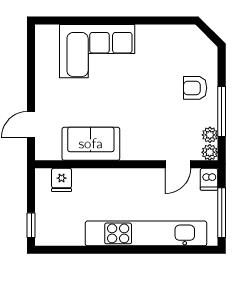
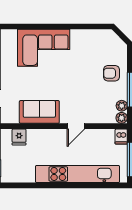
door: (178, 164) -> (76, 126), moved

